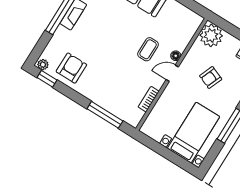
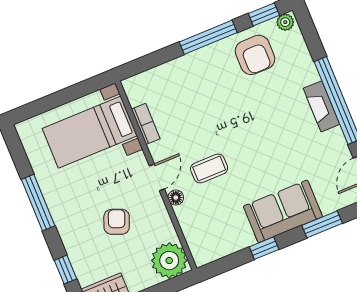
coffee table: (148, 49) -> (209, 169), turned 90
window: (105, 115) -> (208, 37), moved
bed with nightstands: (194, 133) -> (90, 132), moved, turned 90

